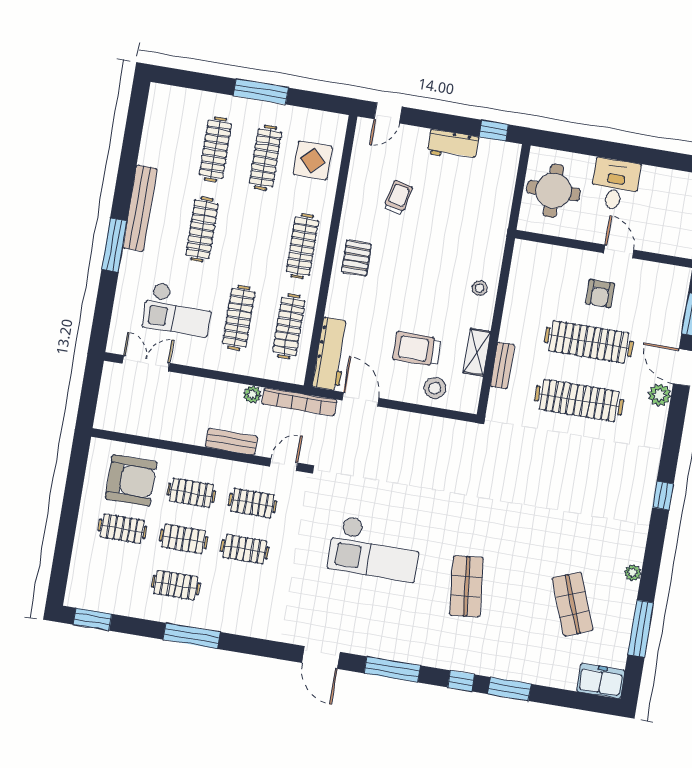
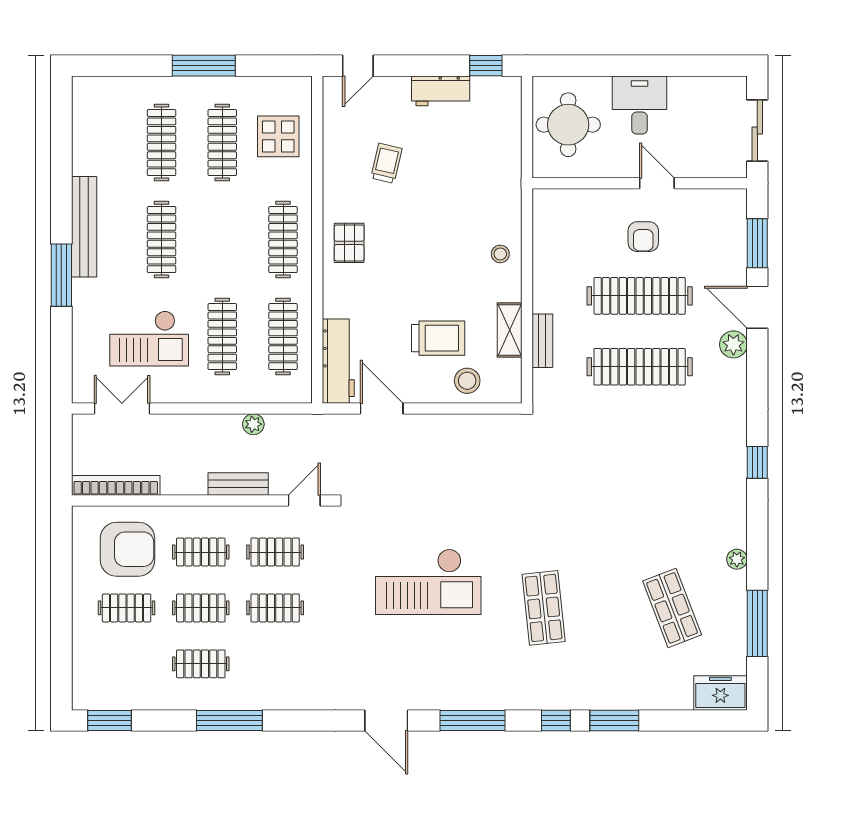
trolley: (417, 349) -> (438, 338), turned 180
bookcase: (299, 402) -> (116, 485), moved, turned 180

